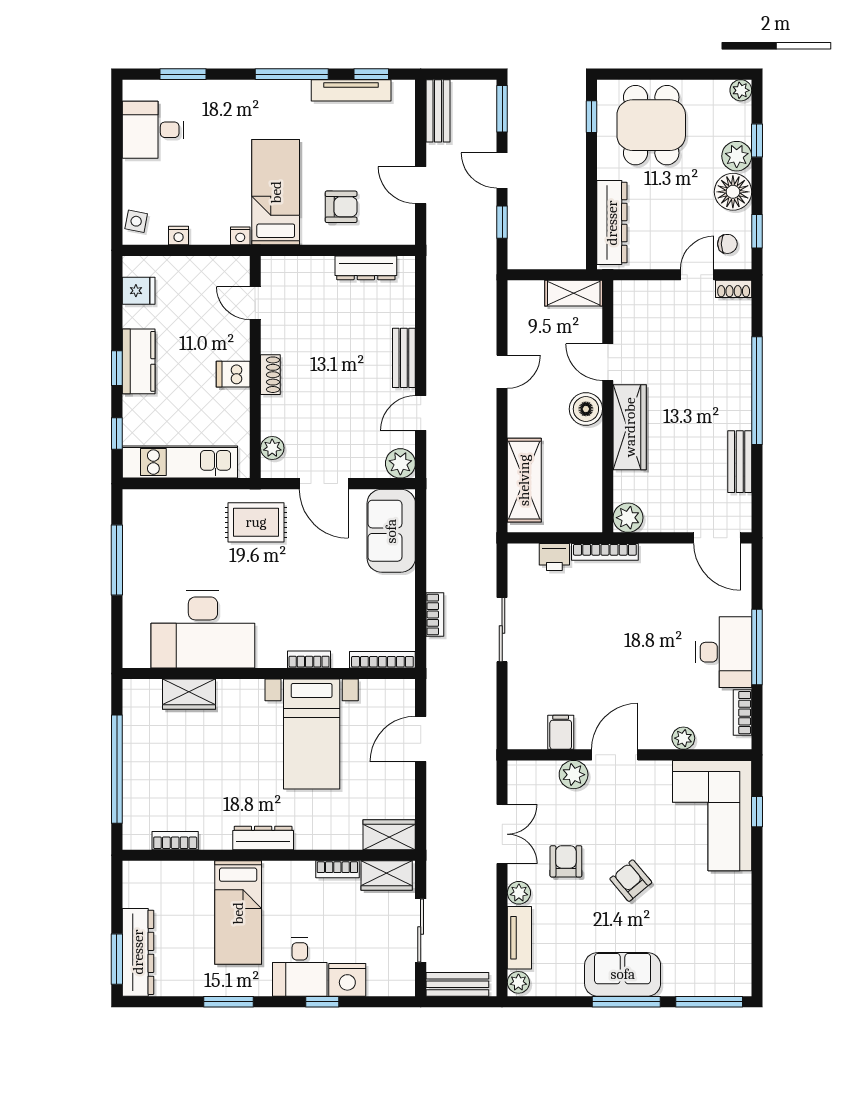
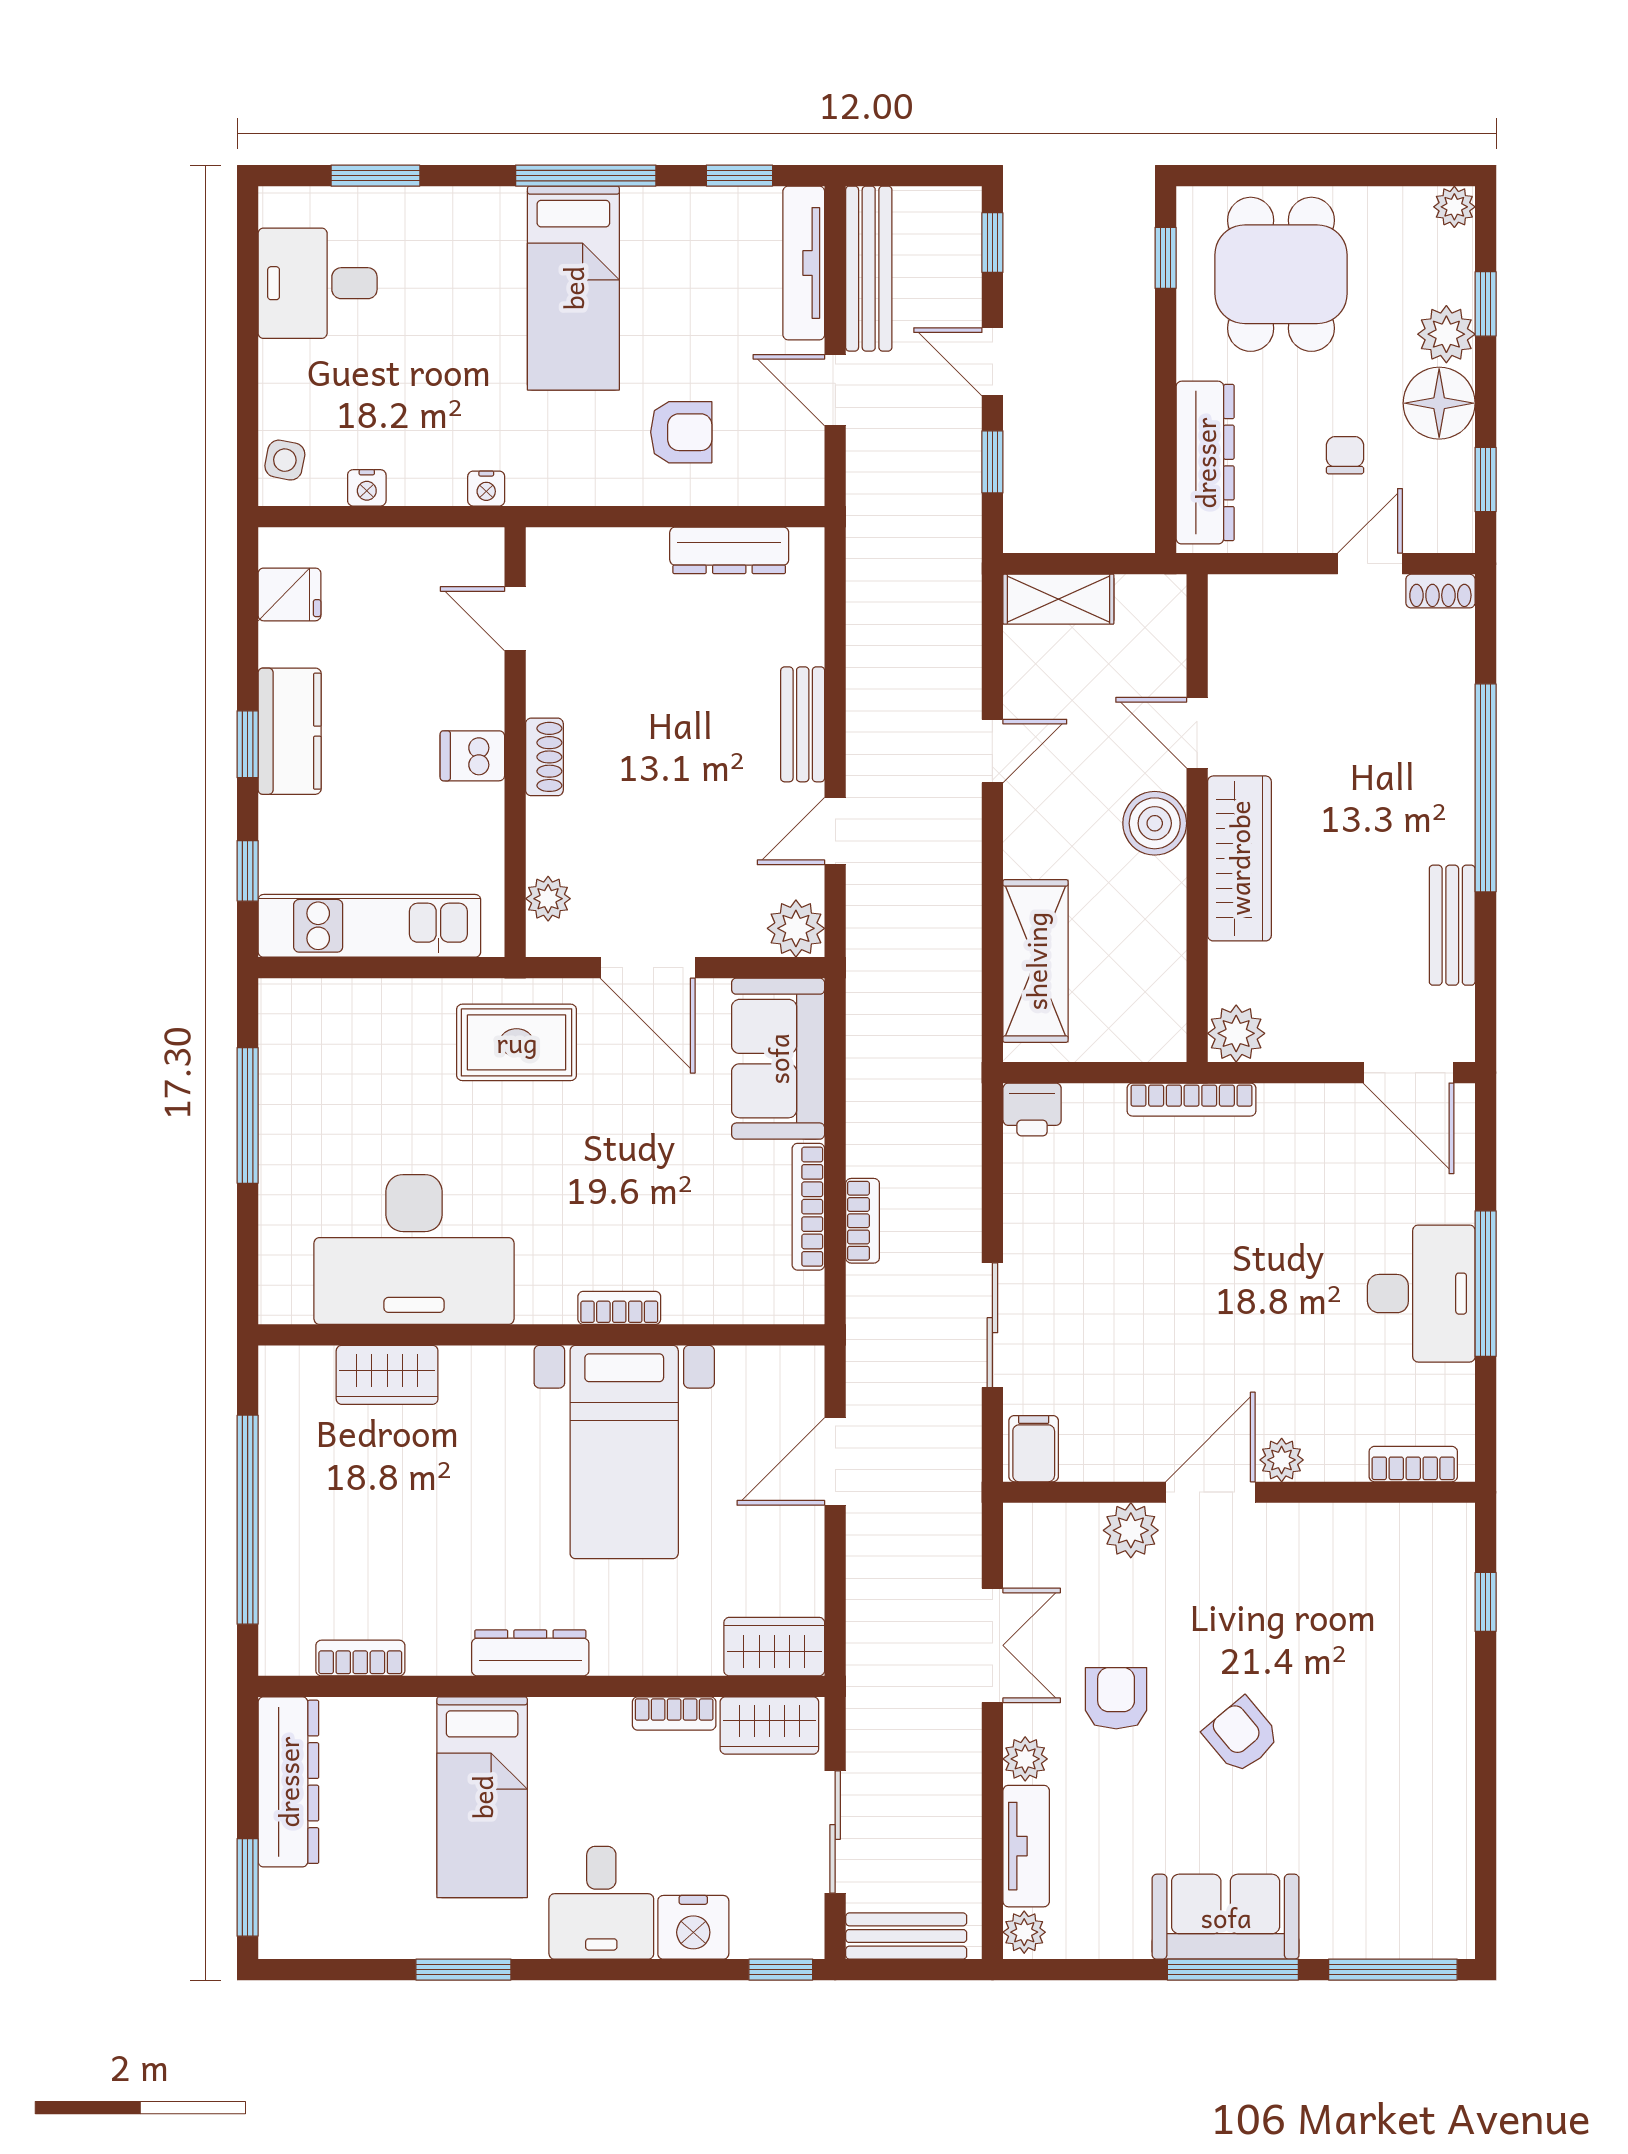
tv unit: (351, 90) -> (804, 263), moved, turned 90
window: (502, 109) -> (992, 243), width x0.67
bench: (438, 111) -> (869, 269), width x1.36
bed: (276, 192) -> (573, 288), moved, turned 180
chair: (727, 244) -> (1345, 455), moved, turned -90
shelving: (574, 293) -> (1058, 599), moved
printer: (554, 557) -> (1032, 1110), moved
sliding door: (502, 630) -> (992, 1325), moved
bookcase: (382, 660) -> (808, 1207), moved, turned -90
bookcase: (742, 713) -> (1413, 1464), moved, turned 90
filing cabinet: (561, 732) -> (1034, 1449), moved
plant: (683, 738) -> (1282, 1460), moved
corner sofa: (712, 816) -> (1399, 1610), removed
dresser: (138, 952) -> (288, 1782), moved
window: (322, 1002) -> (781, 1970), moved

